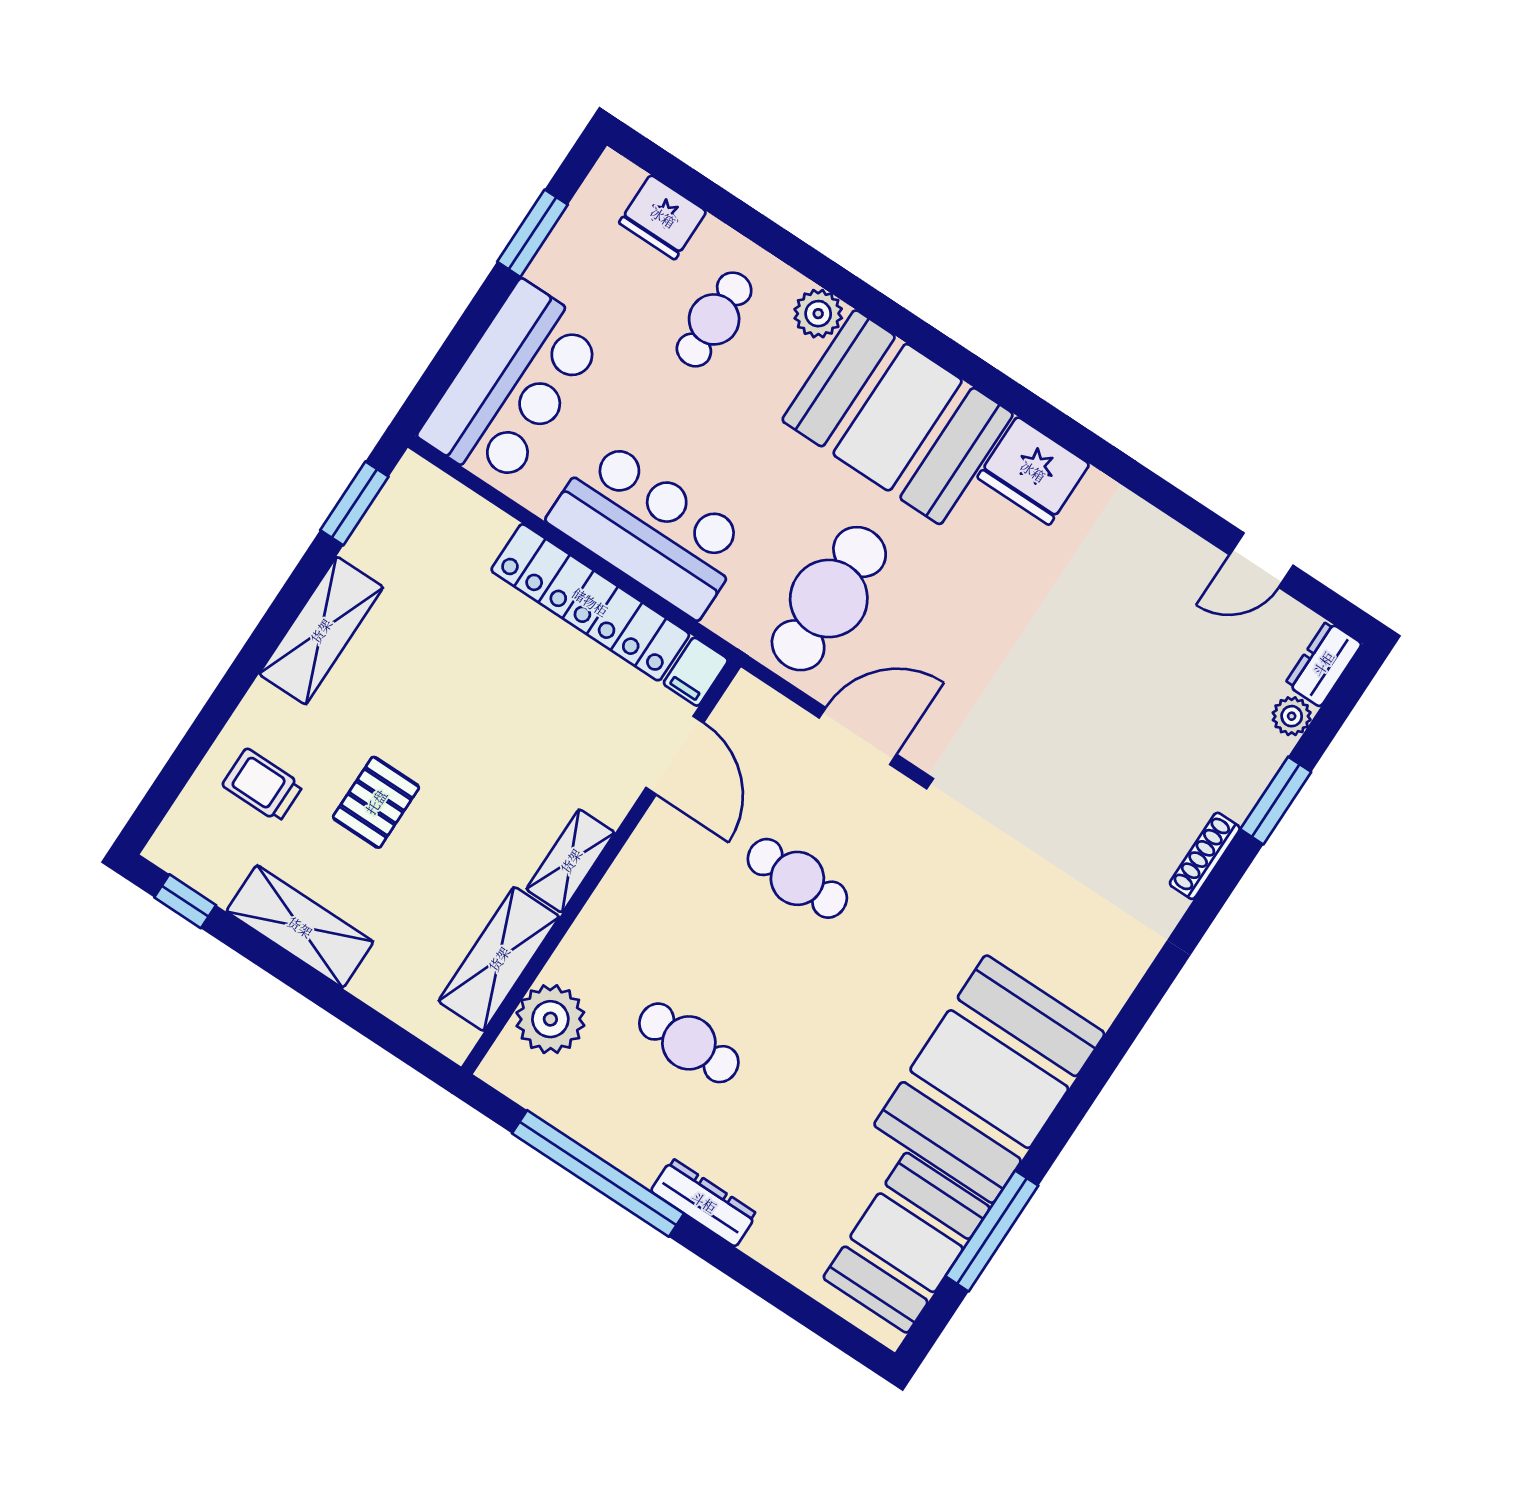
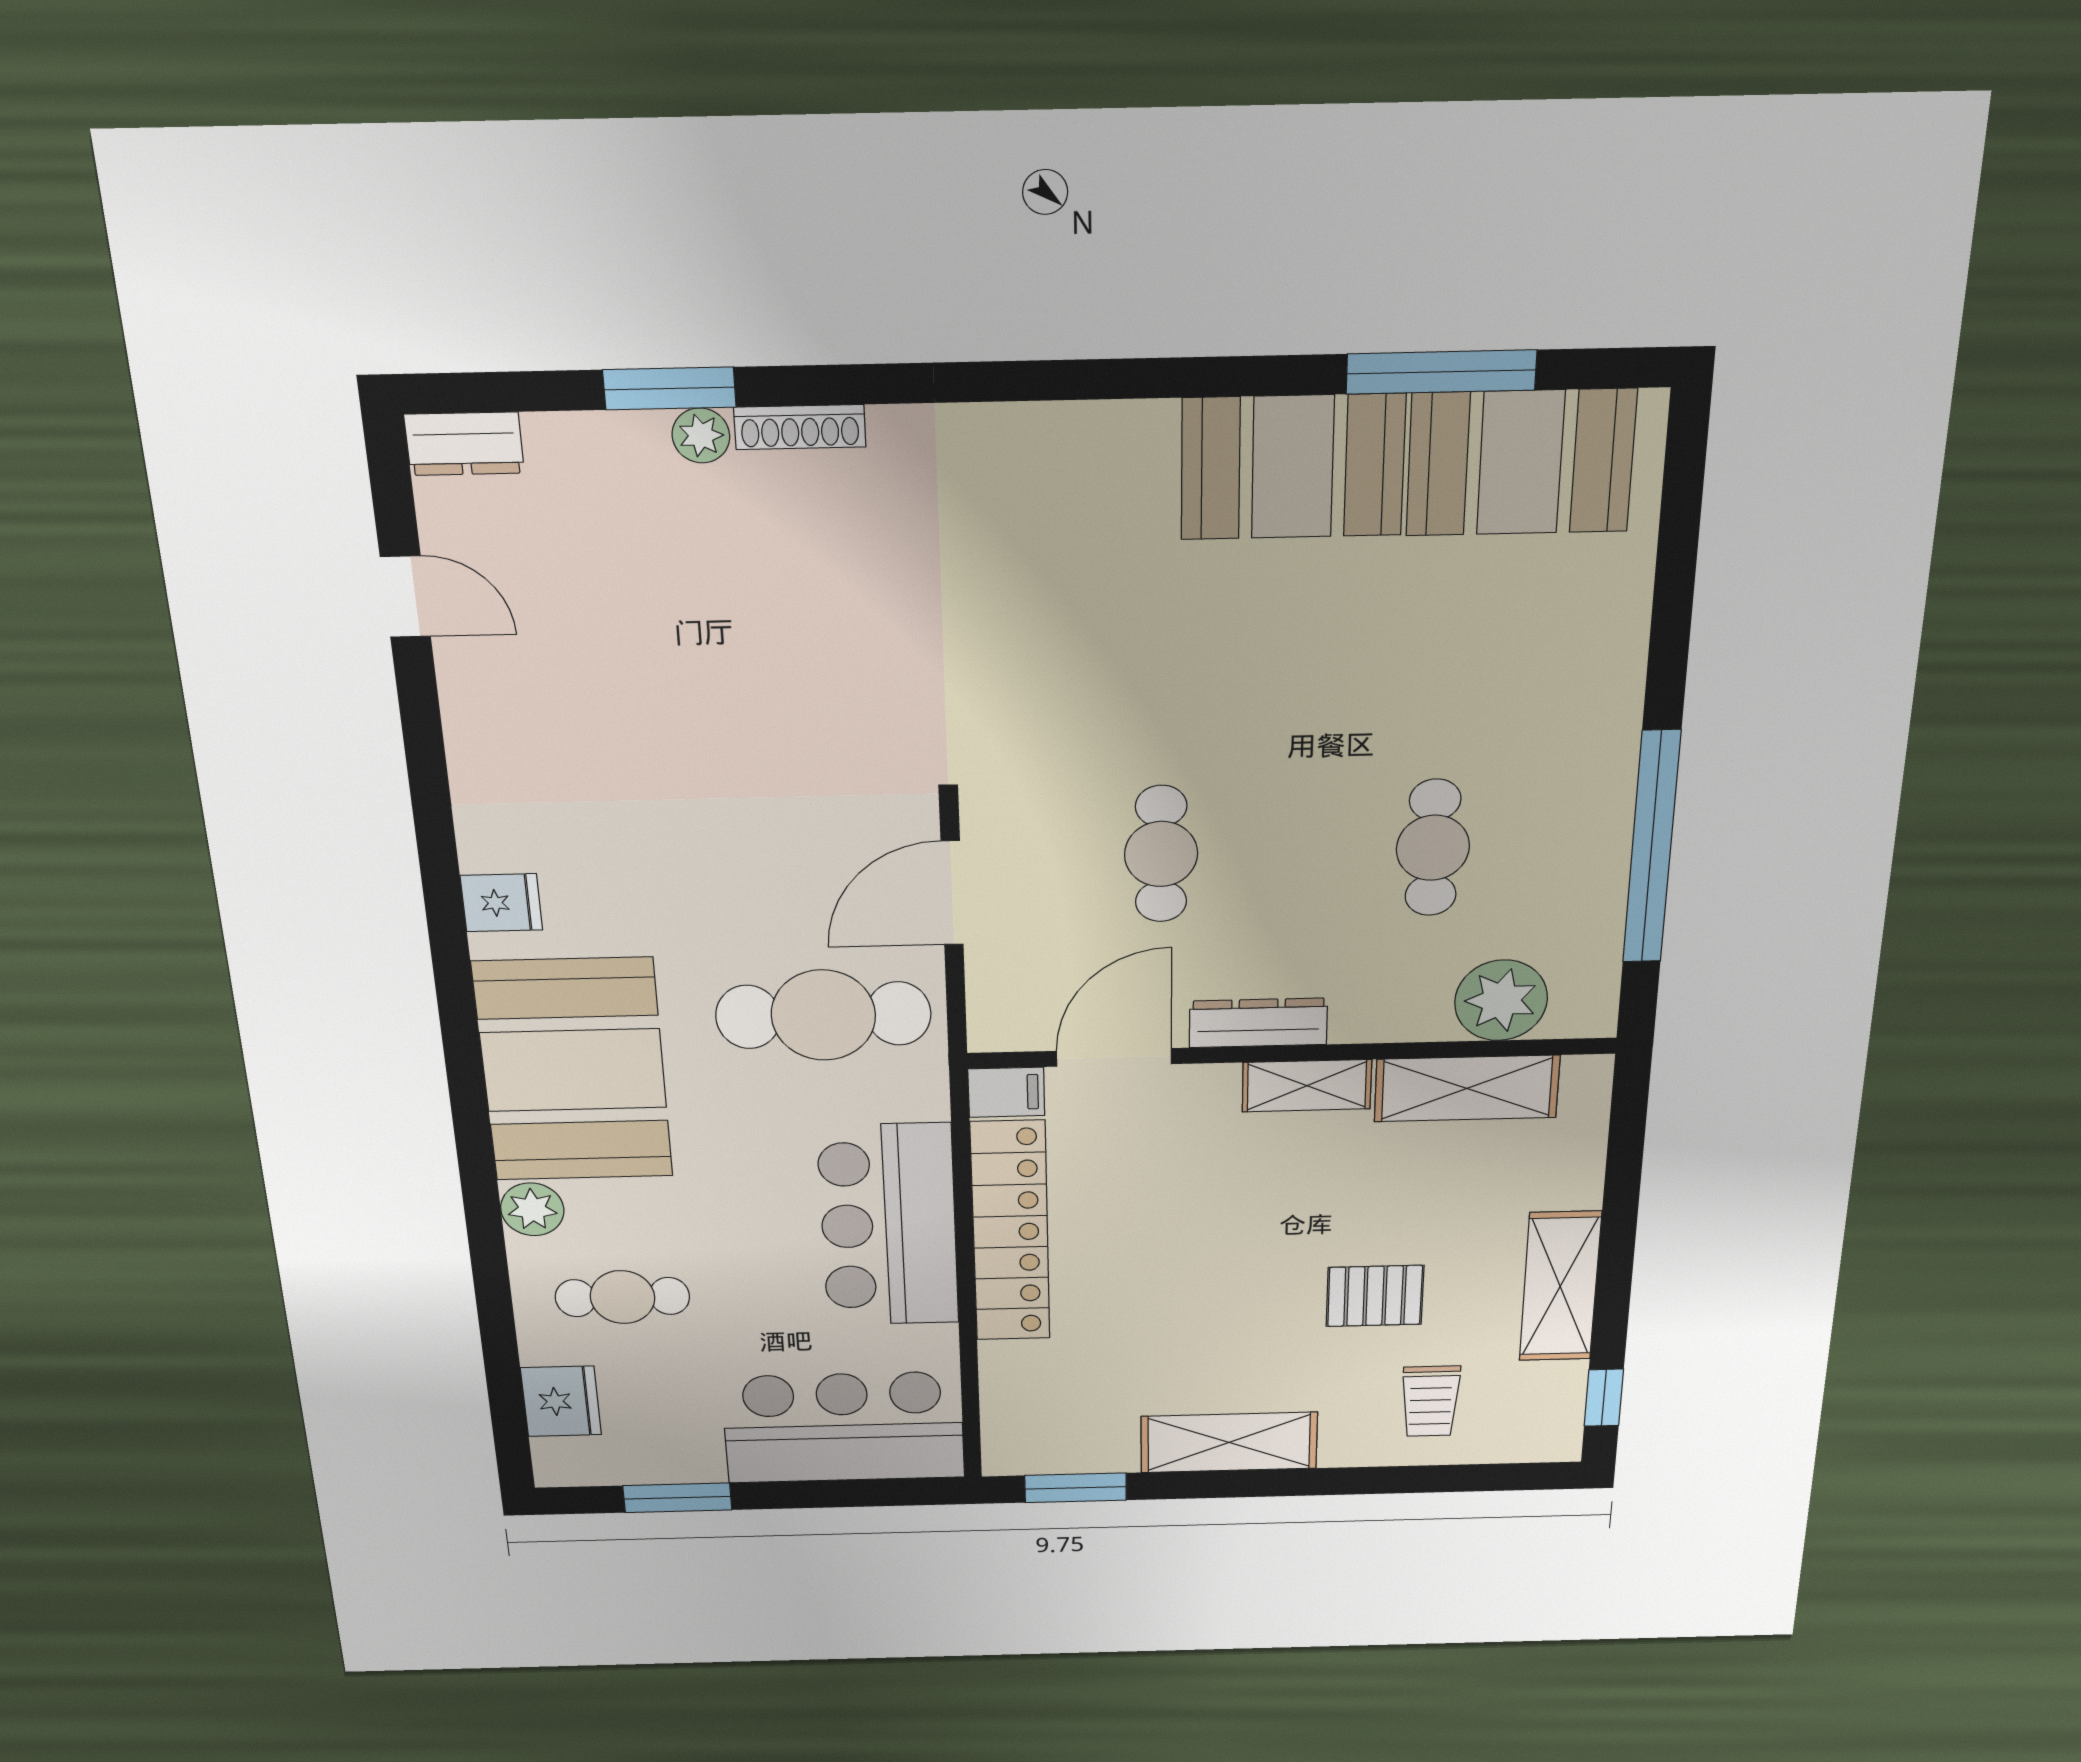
fridge: (1033, 471) -> (501, 903), width x0.53, depth x0.75
plant: (1292, 716) -> (701, 435), moved
door: (858, 736) -> (952, 893), hinge flipped
booth: (989, 1079) -> (1293, 467), width x0.73, depth x0.70
dresser: (704, 1202) -> (1258, 1023), moved, turned 90

